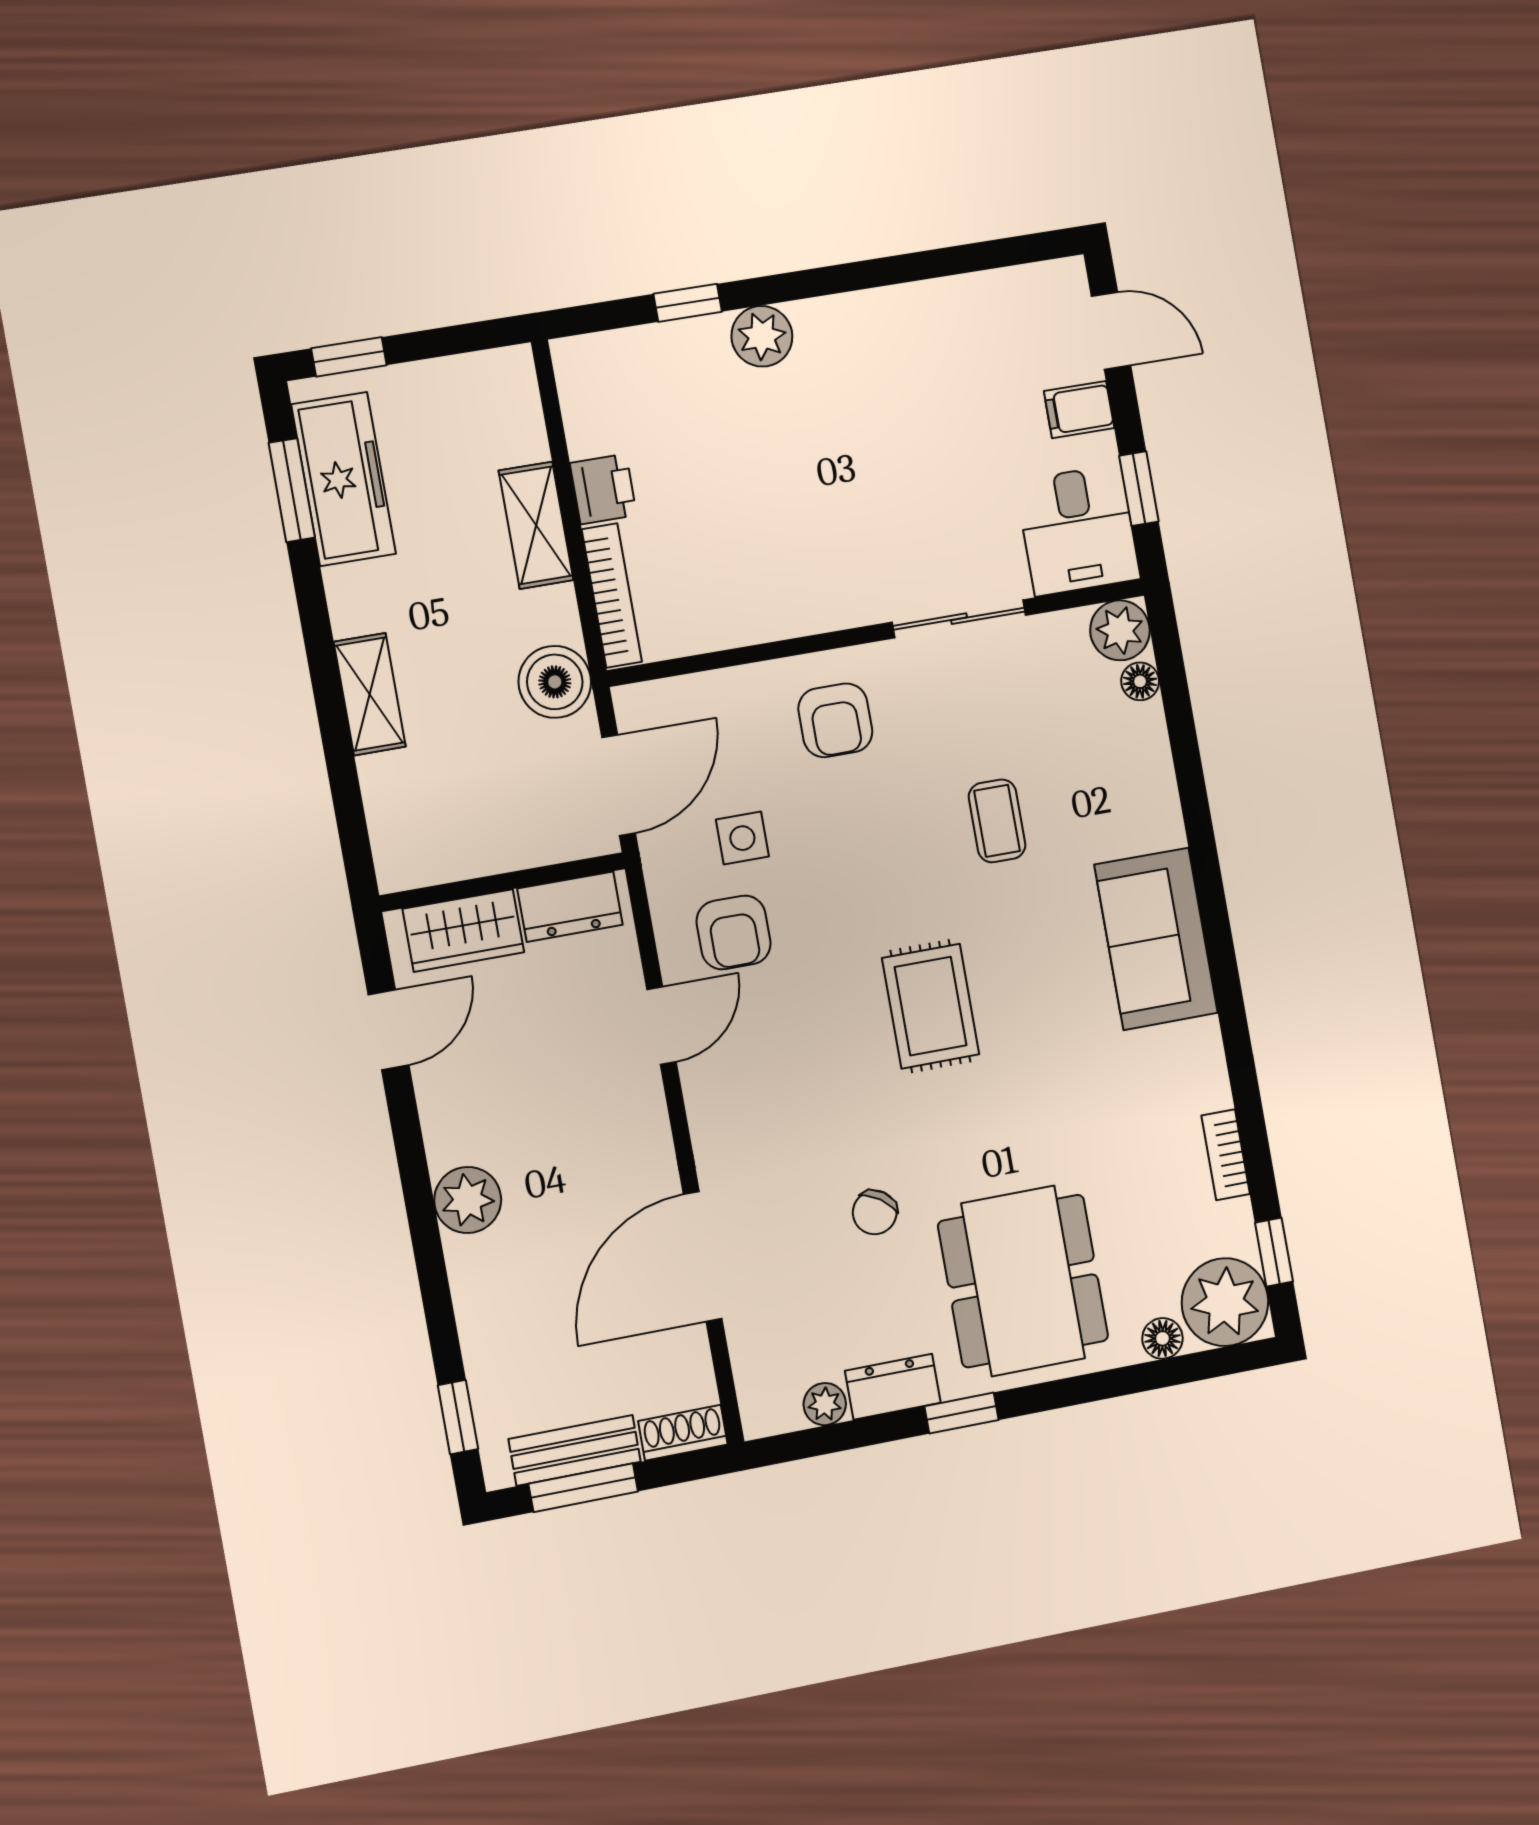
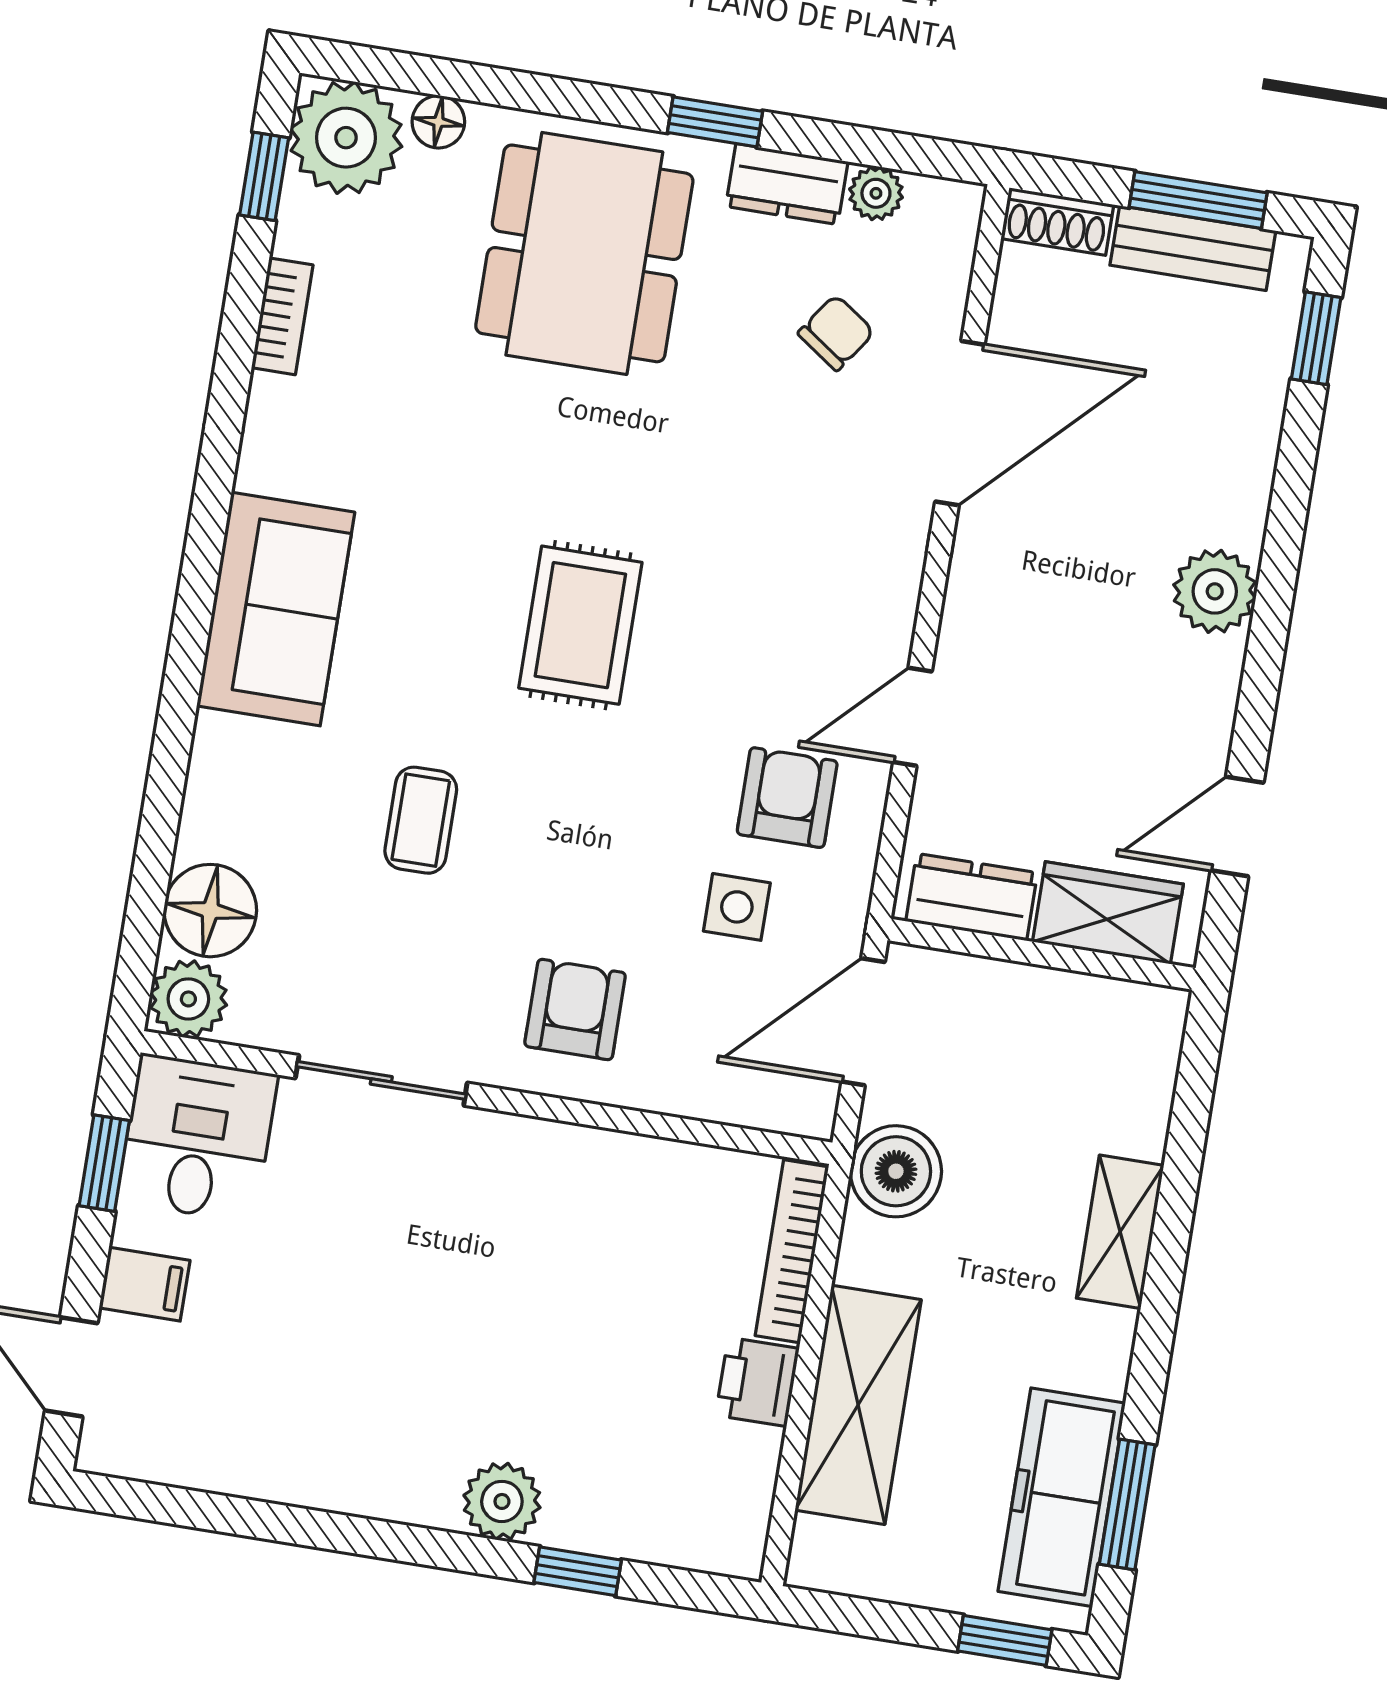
shelving: (536, 525) -> (858, 1405), width x1.50, depth x1.33
floor lamp: (1140, 681) -> (210, 911), width x1.89, depth x1.89
chair: (875, 1212) -> (836, 333), moved

